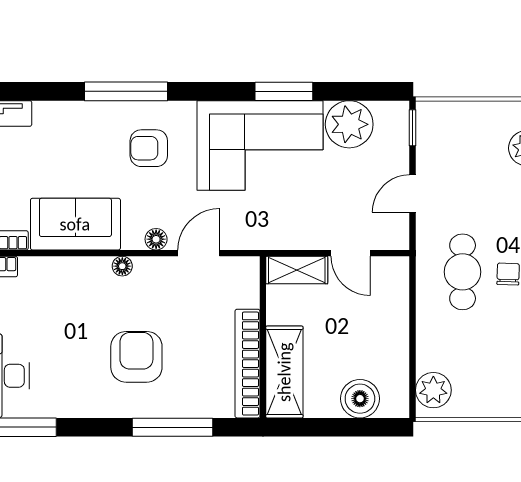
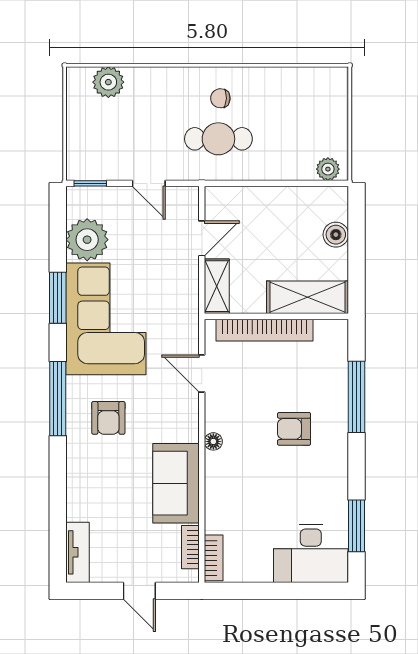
window: (126, 91) -> (58, 399), moved
floor lamp: (156, 239) -> (189, 411), removed
armchair: (136, 357) -> (294, 429), width x0.72, depth x0.72
bookcase: (248, 364) -> (264, 330), moved
plant: (433, 390) -> (328, 169), width x0.73, depth x0.73
boiler: (360, 399) -> (336, 235), width x0.73, depth x0.73

